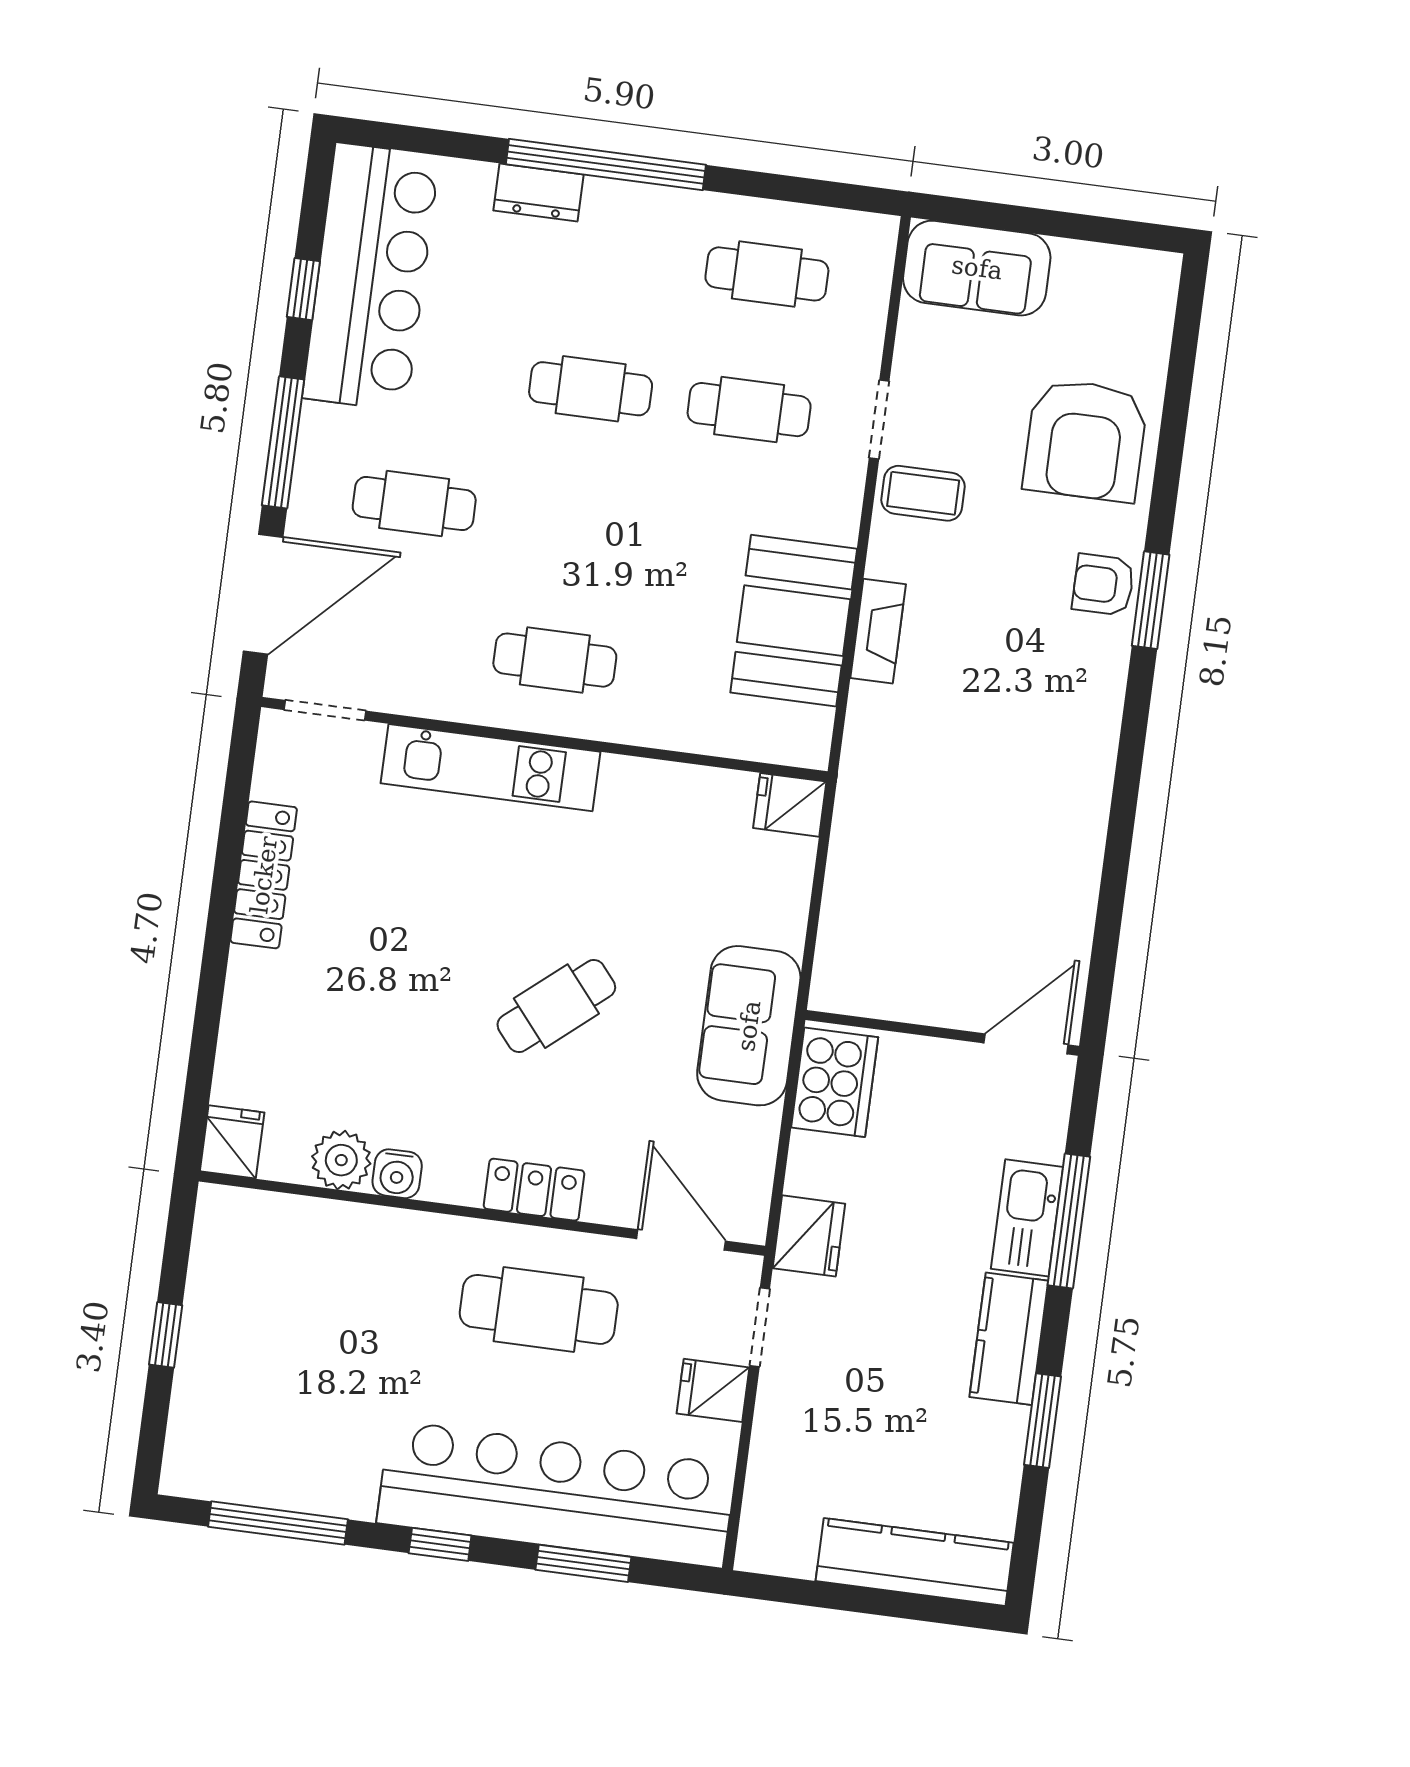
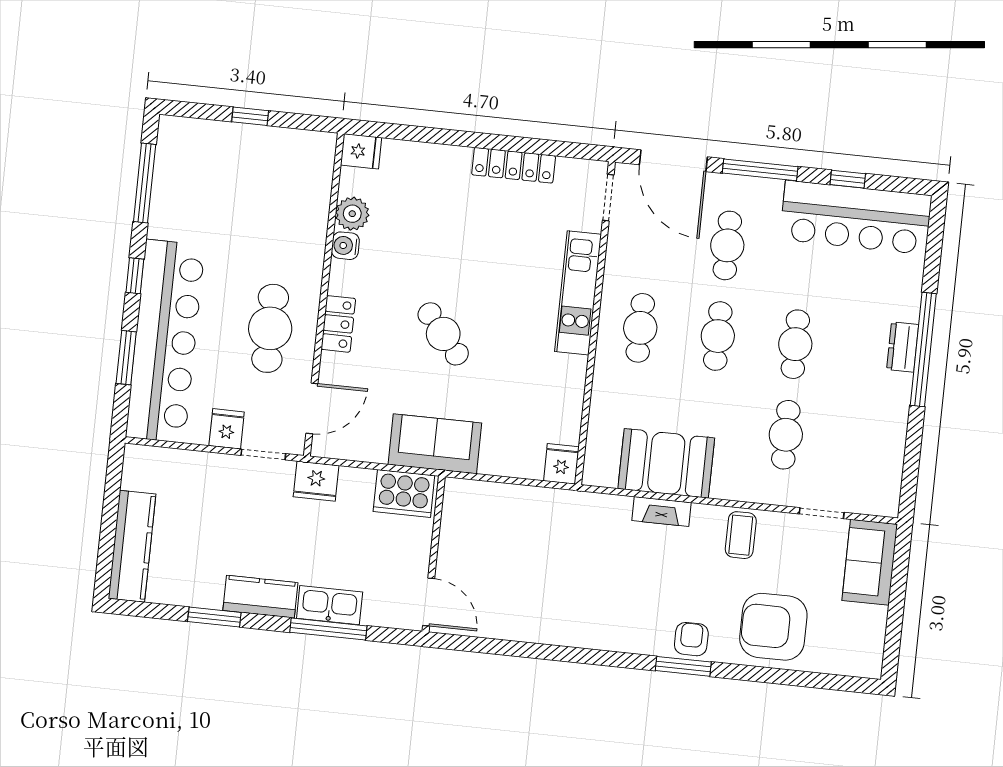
dresser: (539, 193) -> (903, 347), moved
cafe table: (767, 274) -> (718, 336), moved
doorway: (879, 419) -> (822, 513), moved

